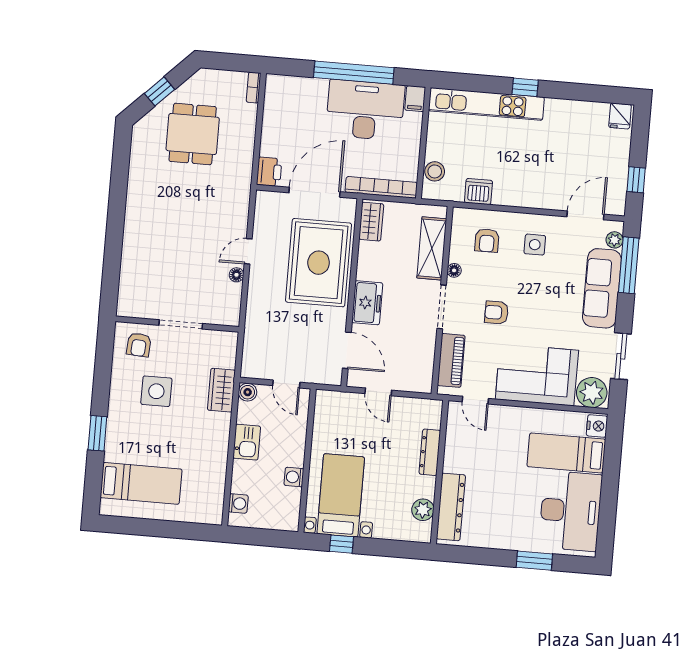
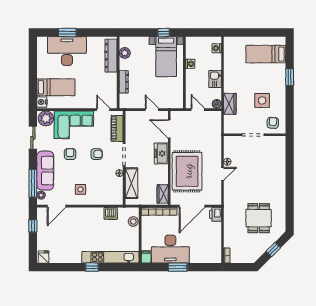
window: (354, 73) -> (178, 267), width x0.47
dining table: (193, 134) -> (259, 218), moved
armchair: (487, 240) -> (70, 154), moved
desk: (570, 511) -> (67, 51), moved, turned 90

